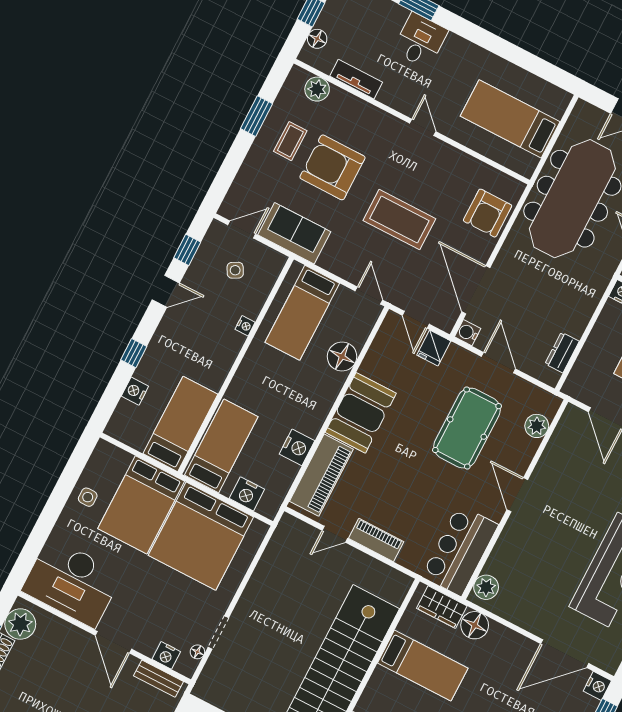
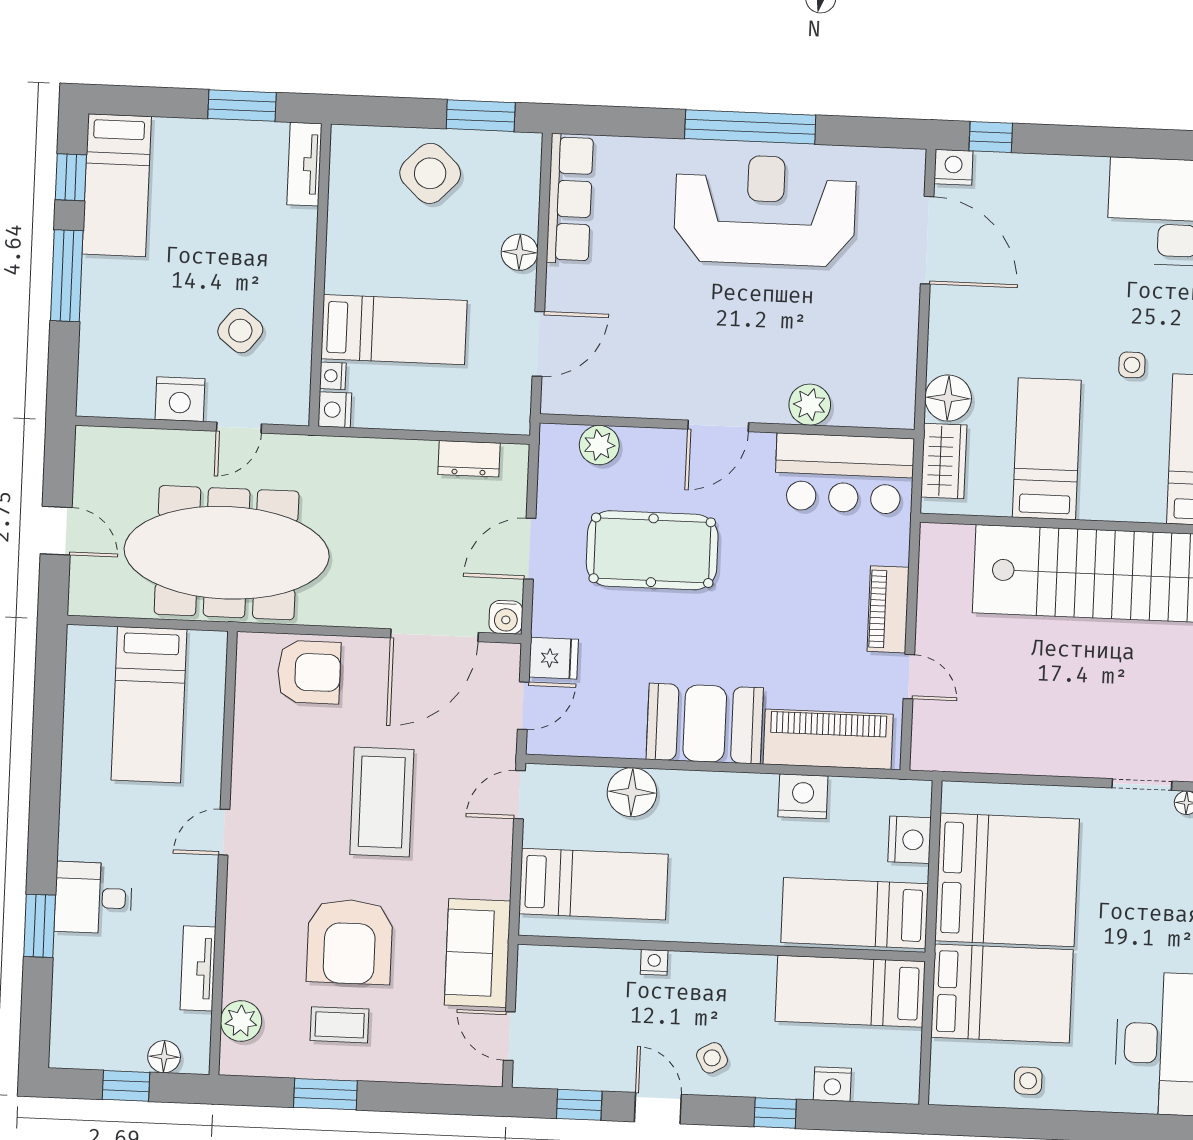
side table: (235, 270) -> (712, 1058), moved
plant: (486, 587) -> (810, 405), moved

